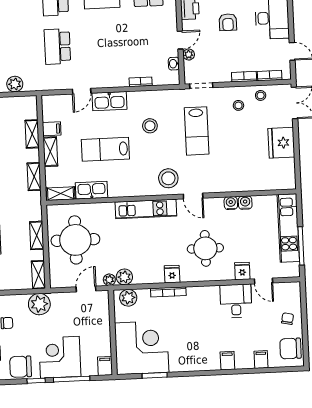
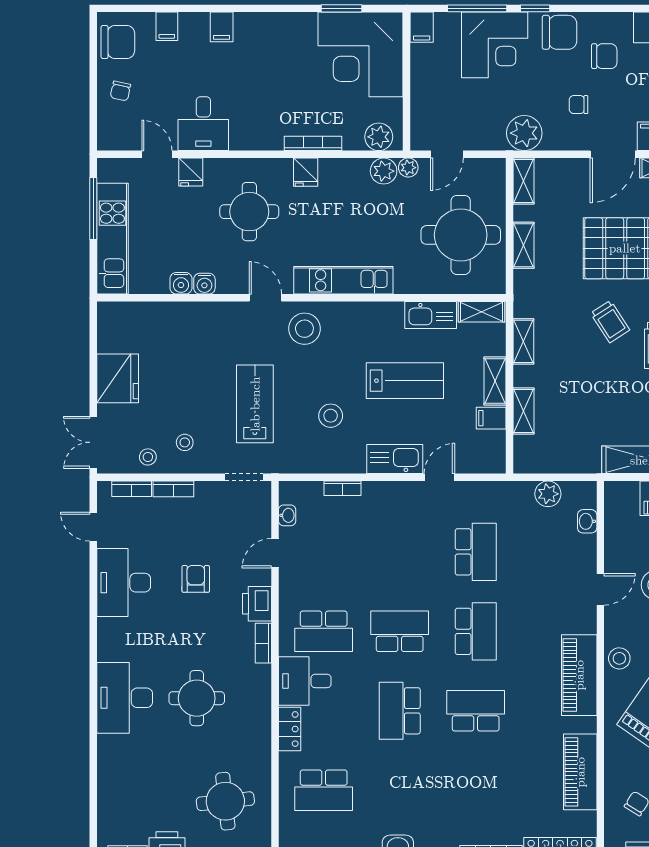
plant: (189, 54) -> (262, 529), removed

